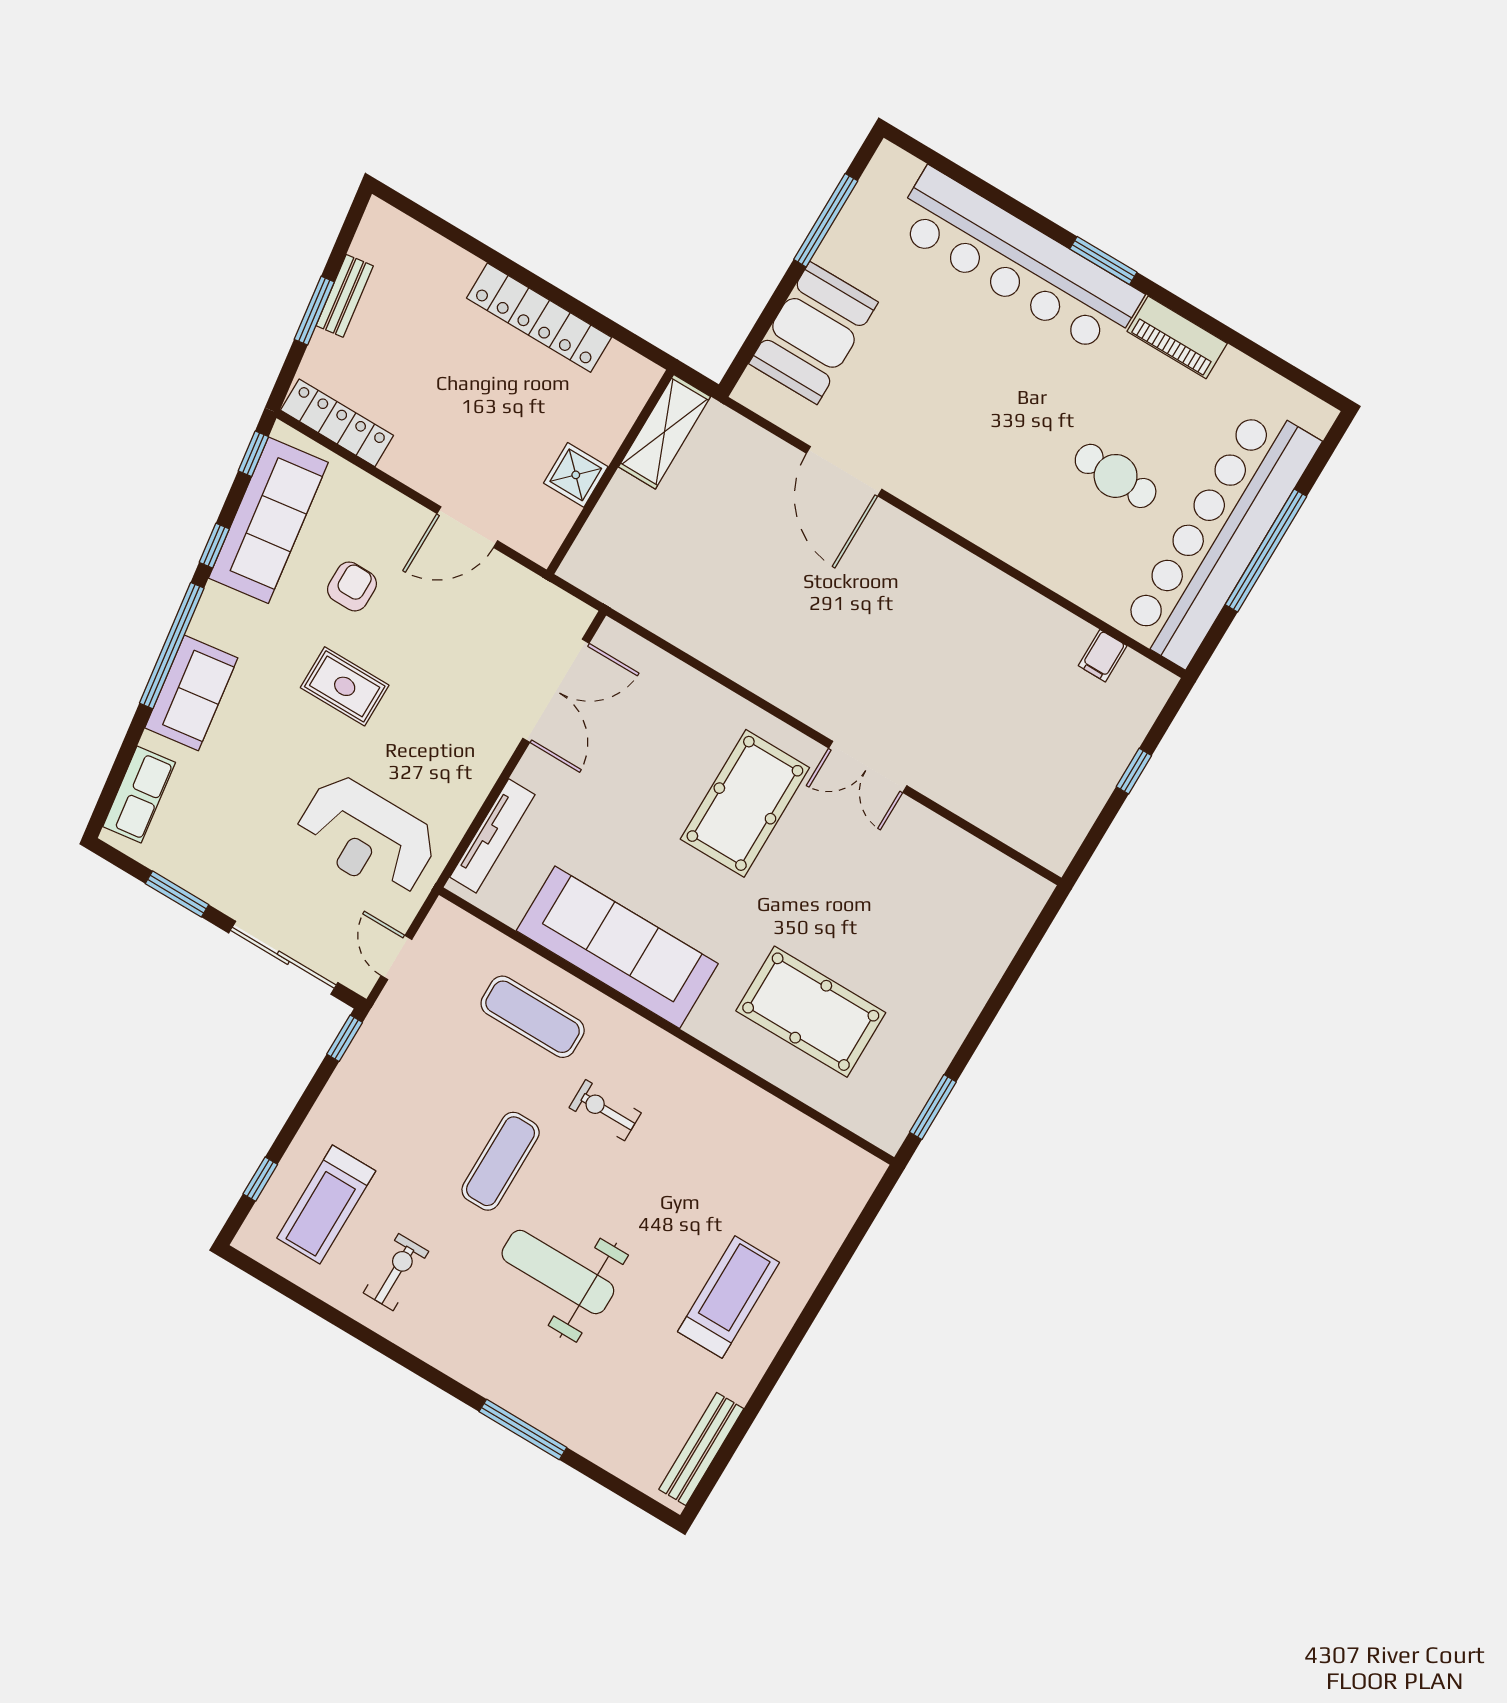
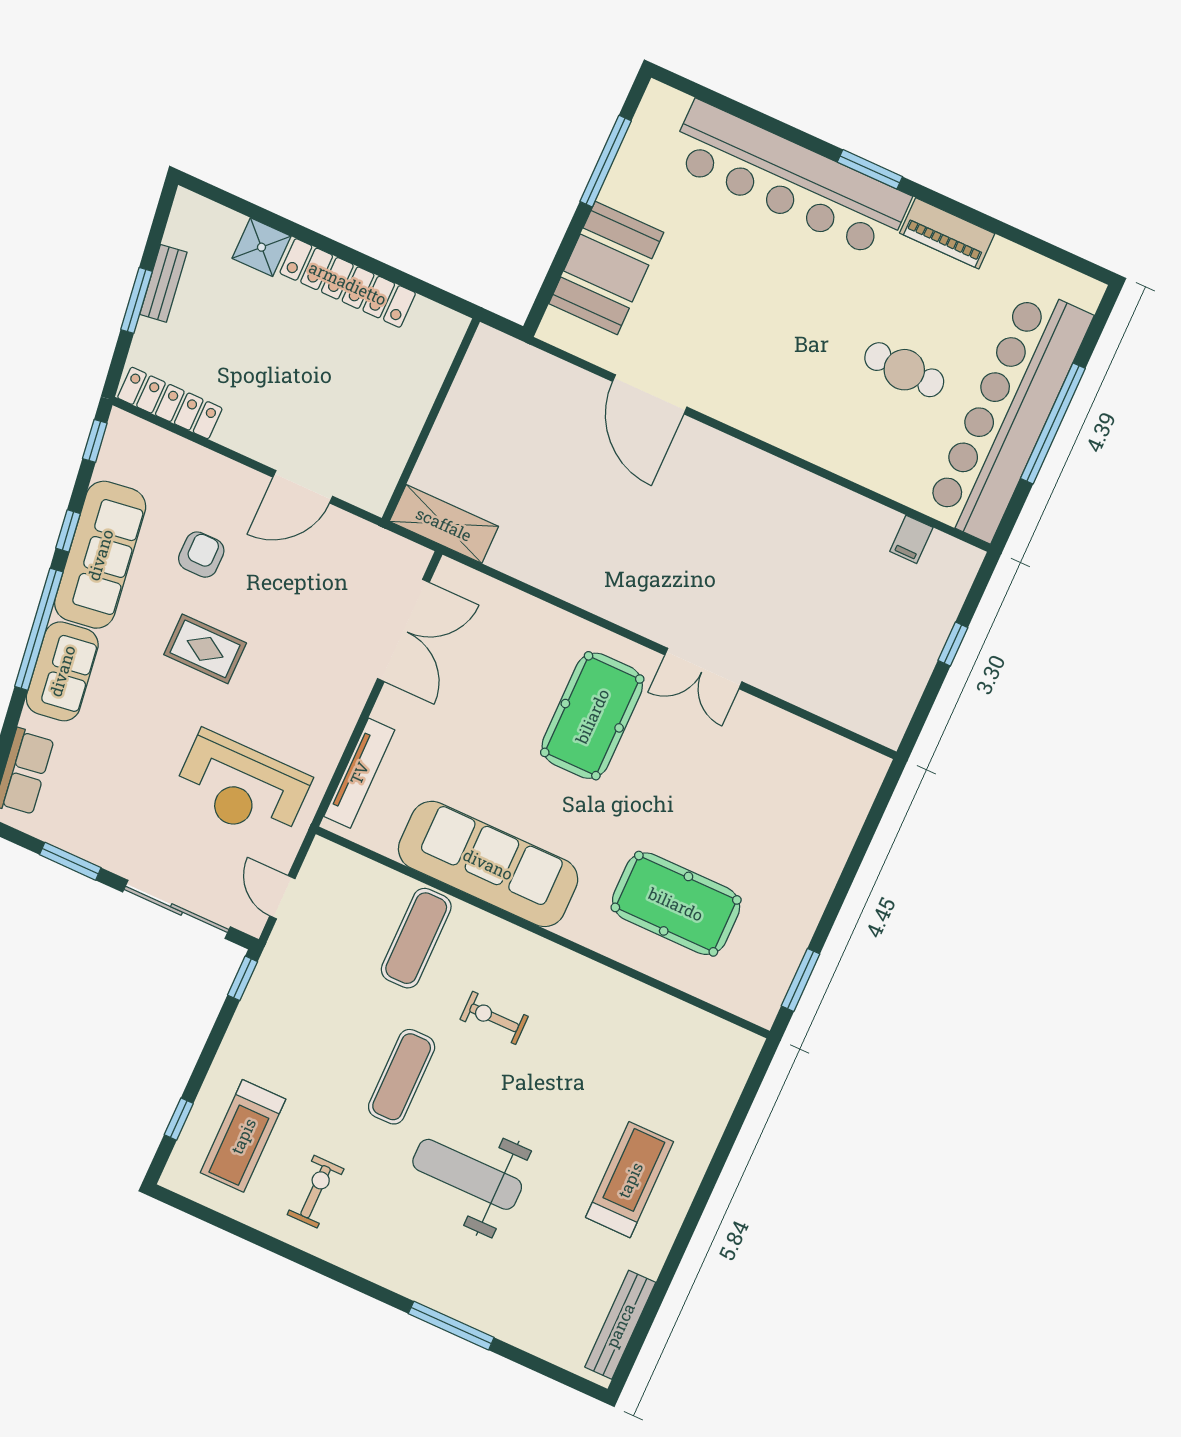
shelving: (665, 432) -> (444, 524), moved, turned 90
shower: (576, 475) -> (262, 247), moved
sofa: (268, 520) -> (100, 555), moved
exercise mat: (533, 1017) -> (416, 938), turned 90

